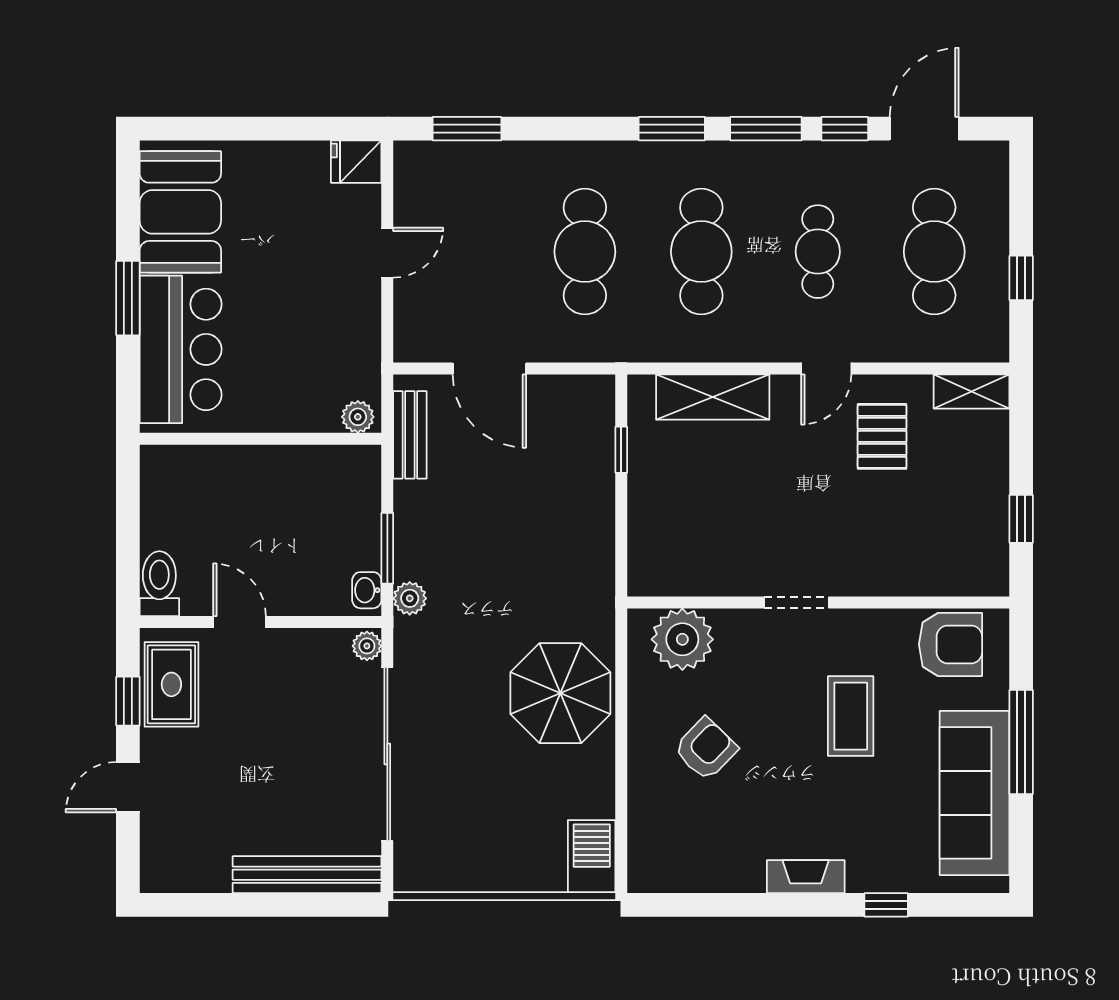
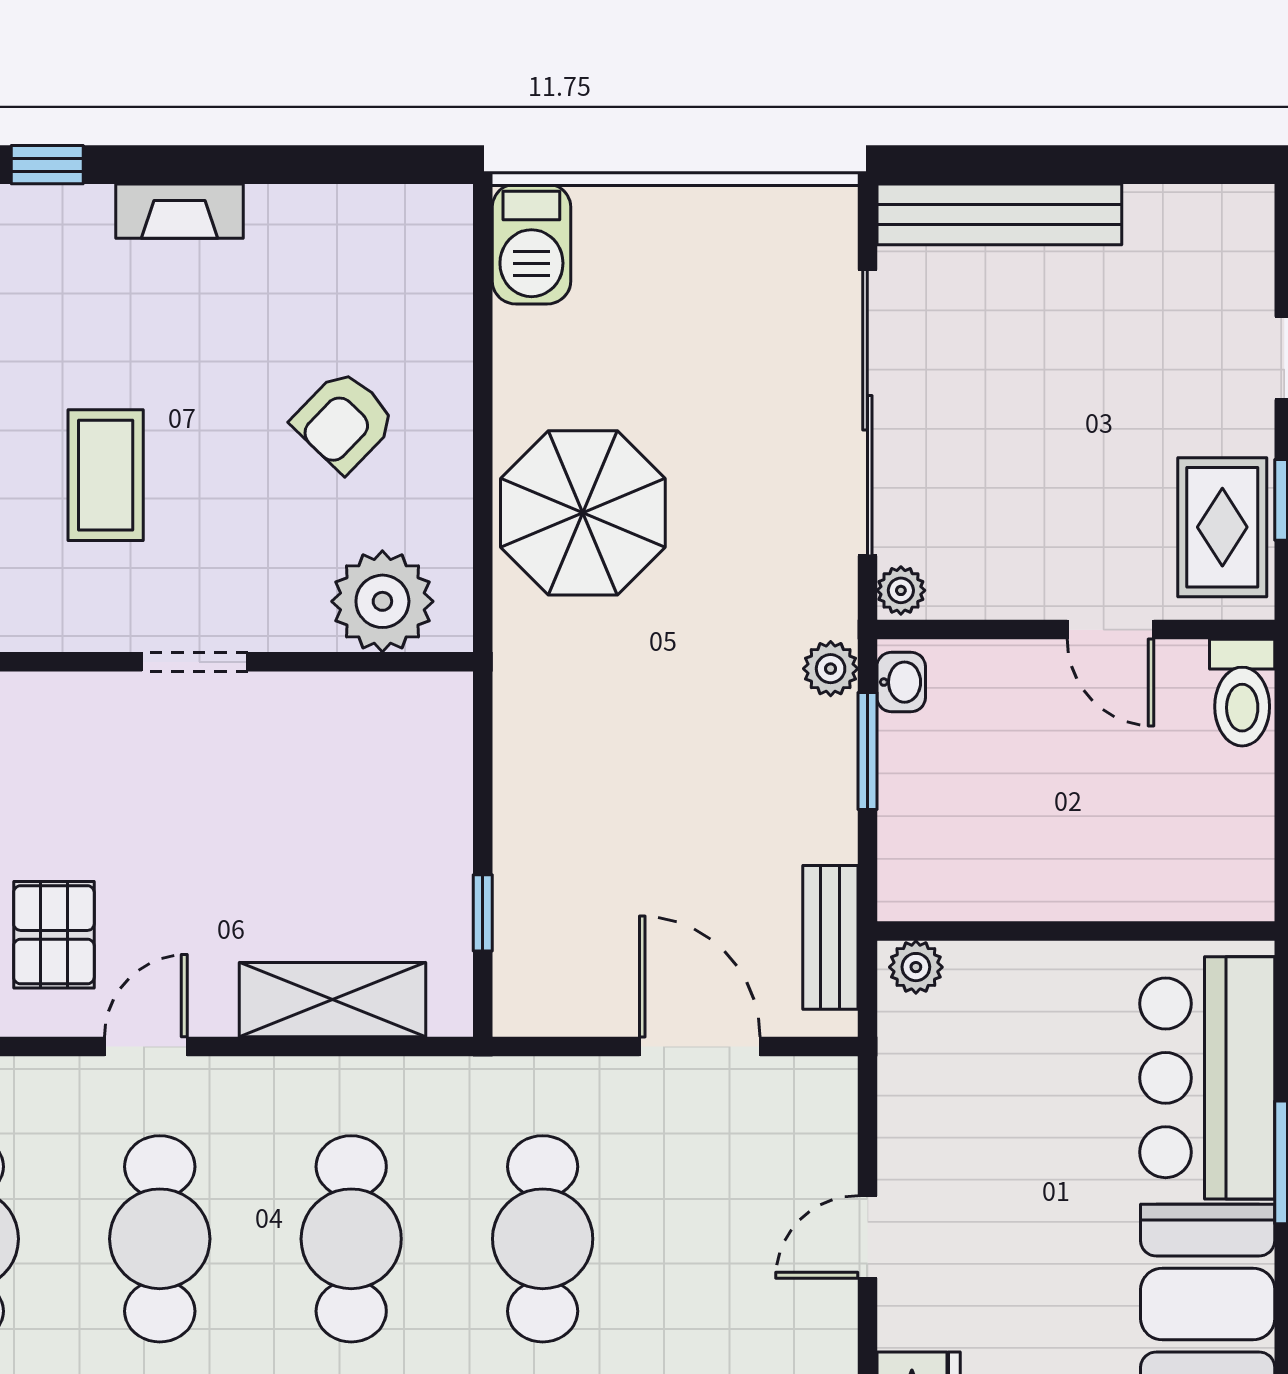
cafe table: (818, 252) -> (160, 1239), width x1.37, depth x1.35

